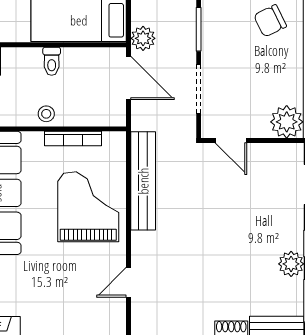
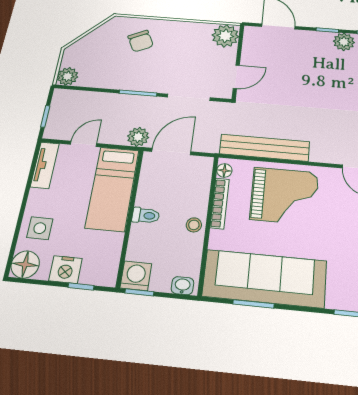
floor lamp: (111, 139) -> (224, 170), added
grand piano: (88, 207) -> (284, 196), turned 180

